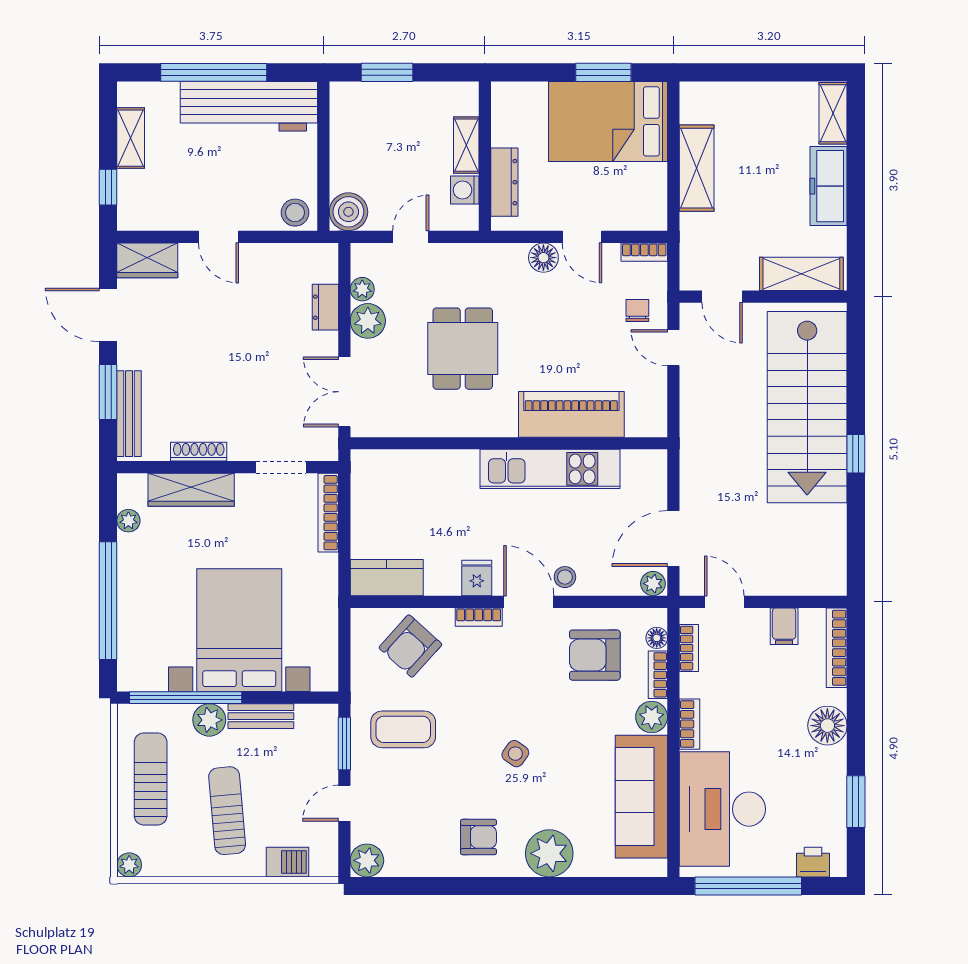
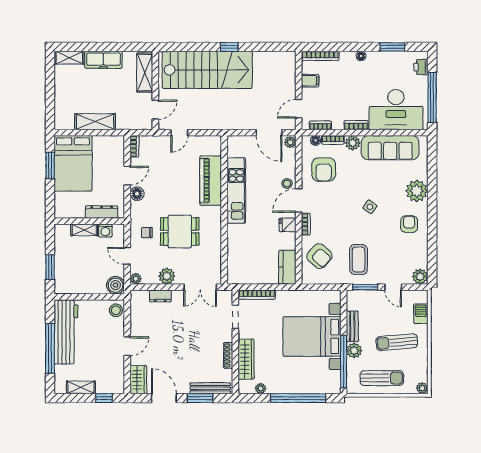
plant: (362, 289) -> (136, 279), moved
chair: (637, 311) -> (147, 233), moved
door: (108, 315) -> (164, 398), swing flipped
floor lamp: (827, 726) -> (361, 56), width x0.53, depth x0.53
sun lounger: (151, 779) -> (382, 378), turned 180

